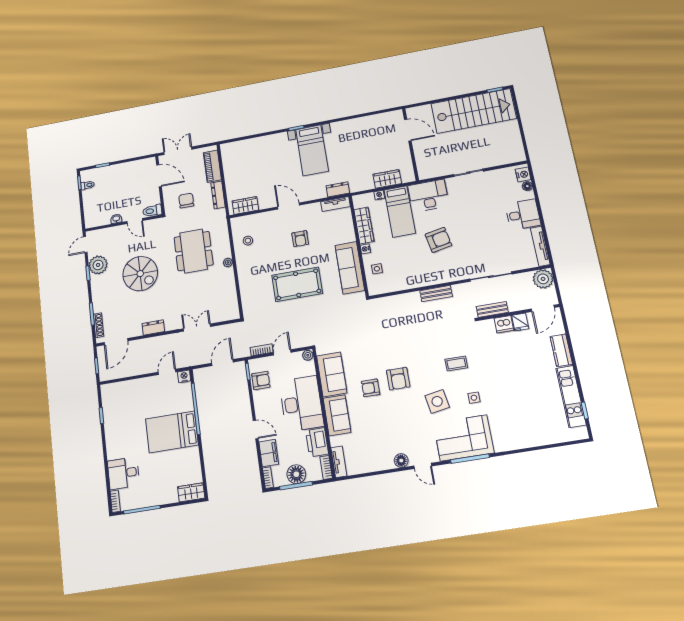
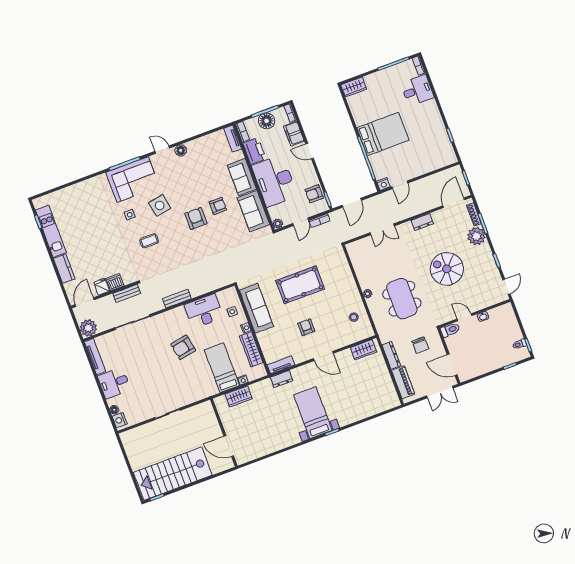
desk: (428, 196) -> (204, 311), moved, turned 180
plant: (98, 265) -> (476, 236), moved

